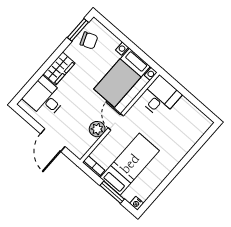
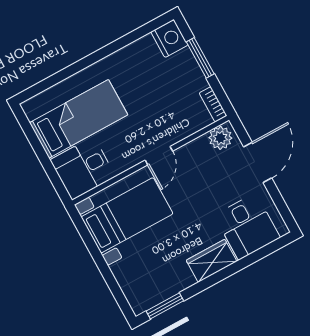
chair: (89, 40) -> (155, 285), removed
plant: (97, 129) -> (220, 138), moved
bed: (130, 164) -> (79, 119), moved, turned 180
nightstand: (137, 203) -> (169, 38), width x1.89, depth x1.79

